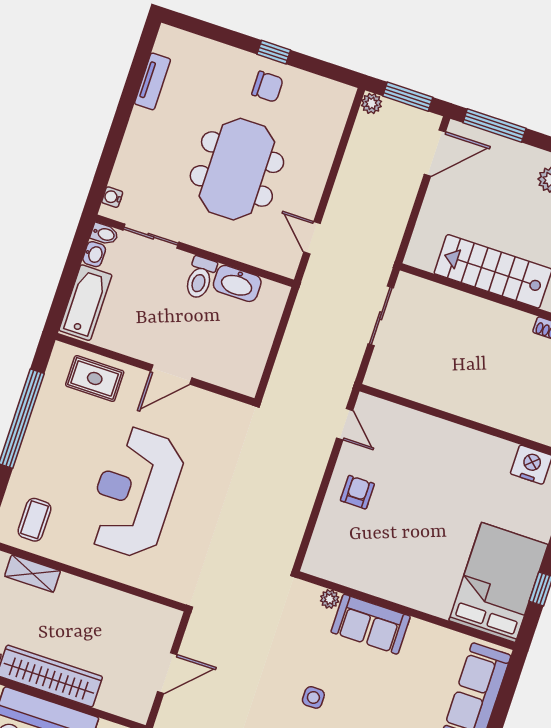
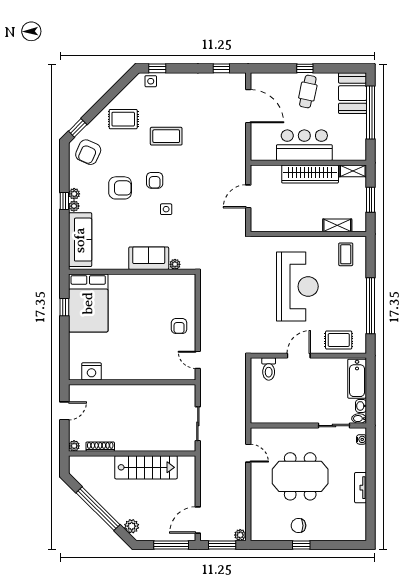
tv unit: (153, 81) -> (360, 488), moved
meeting table: (237, 169) -> (300, 476), turned 90
toilet: (200, 278) -> (269, 369), moved, turned 180
washbasin: (237, 283) -> (280, 416), removed

